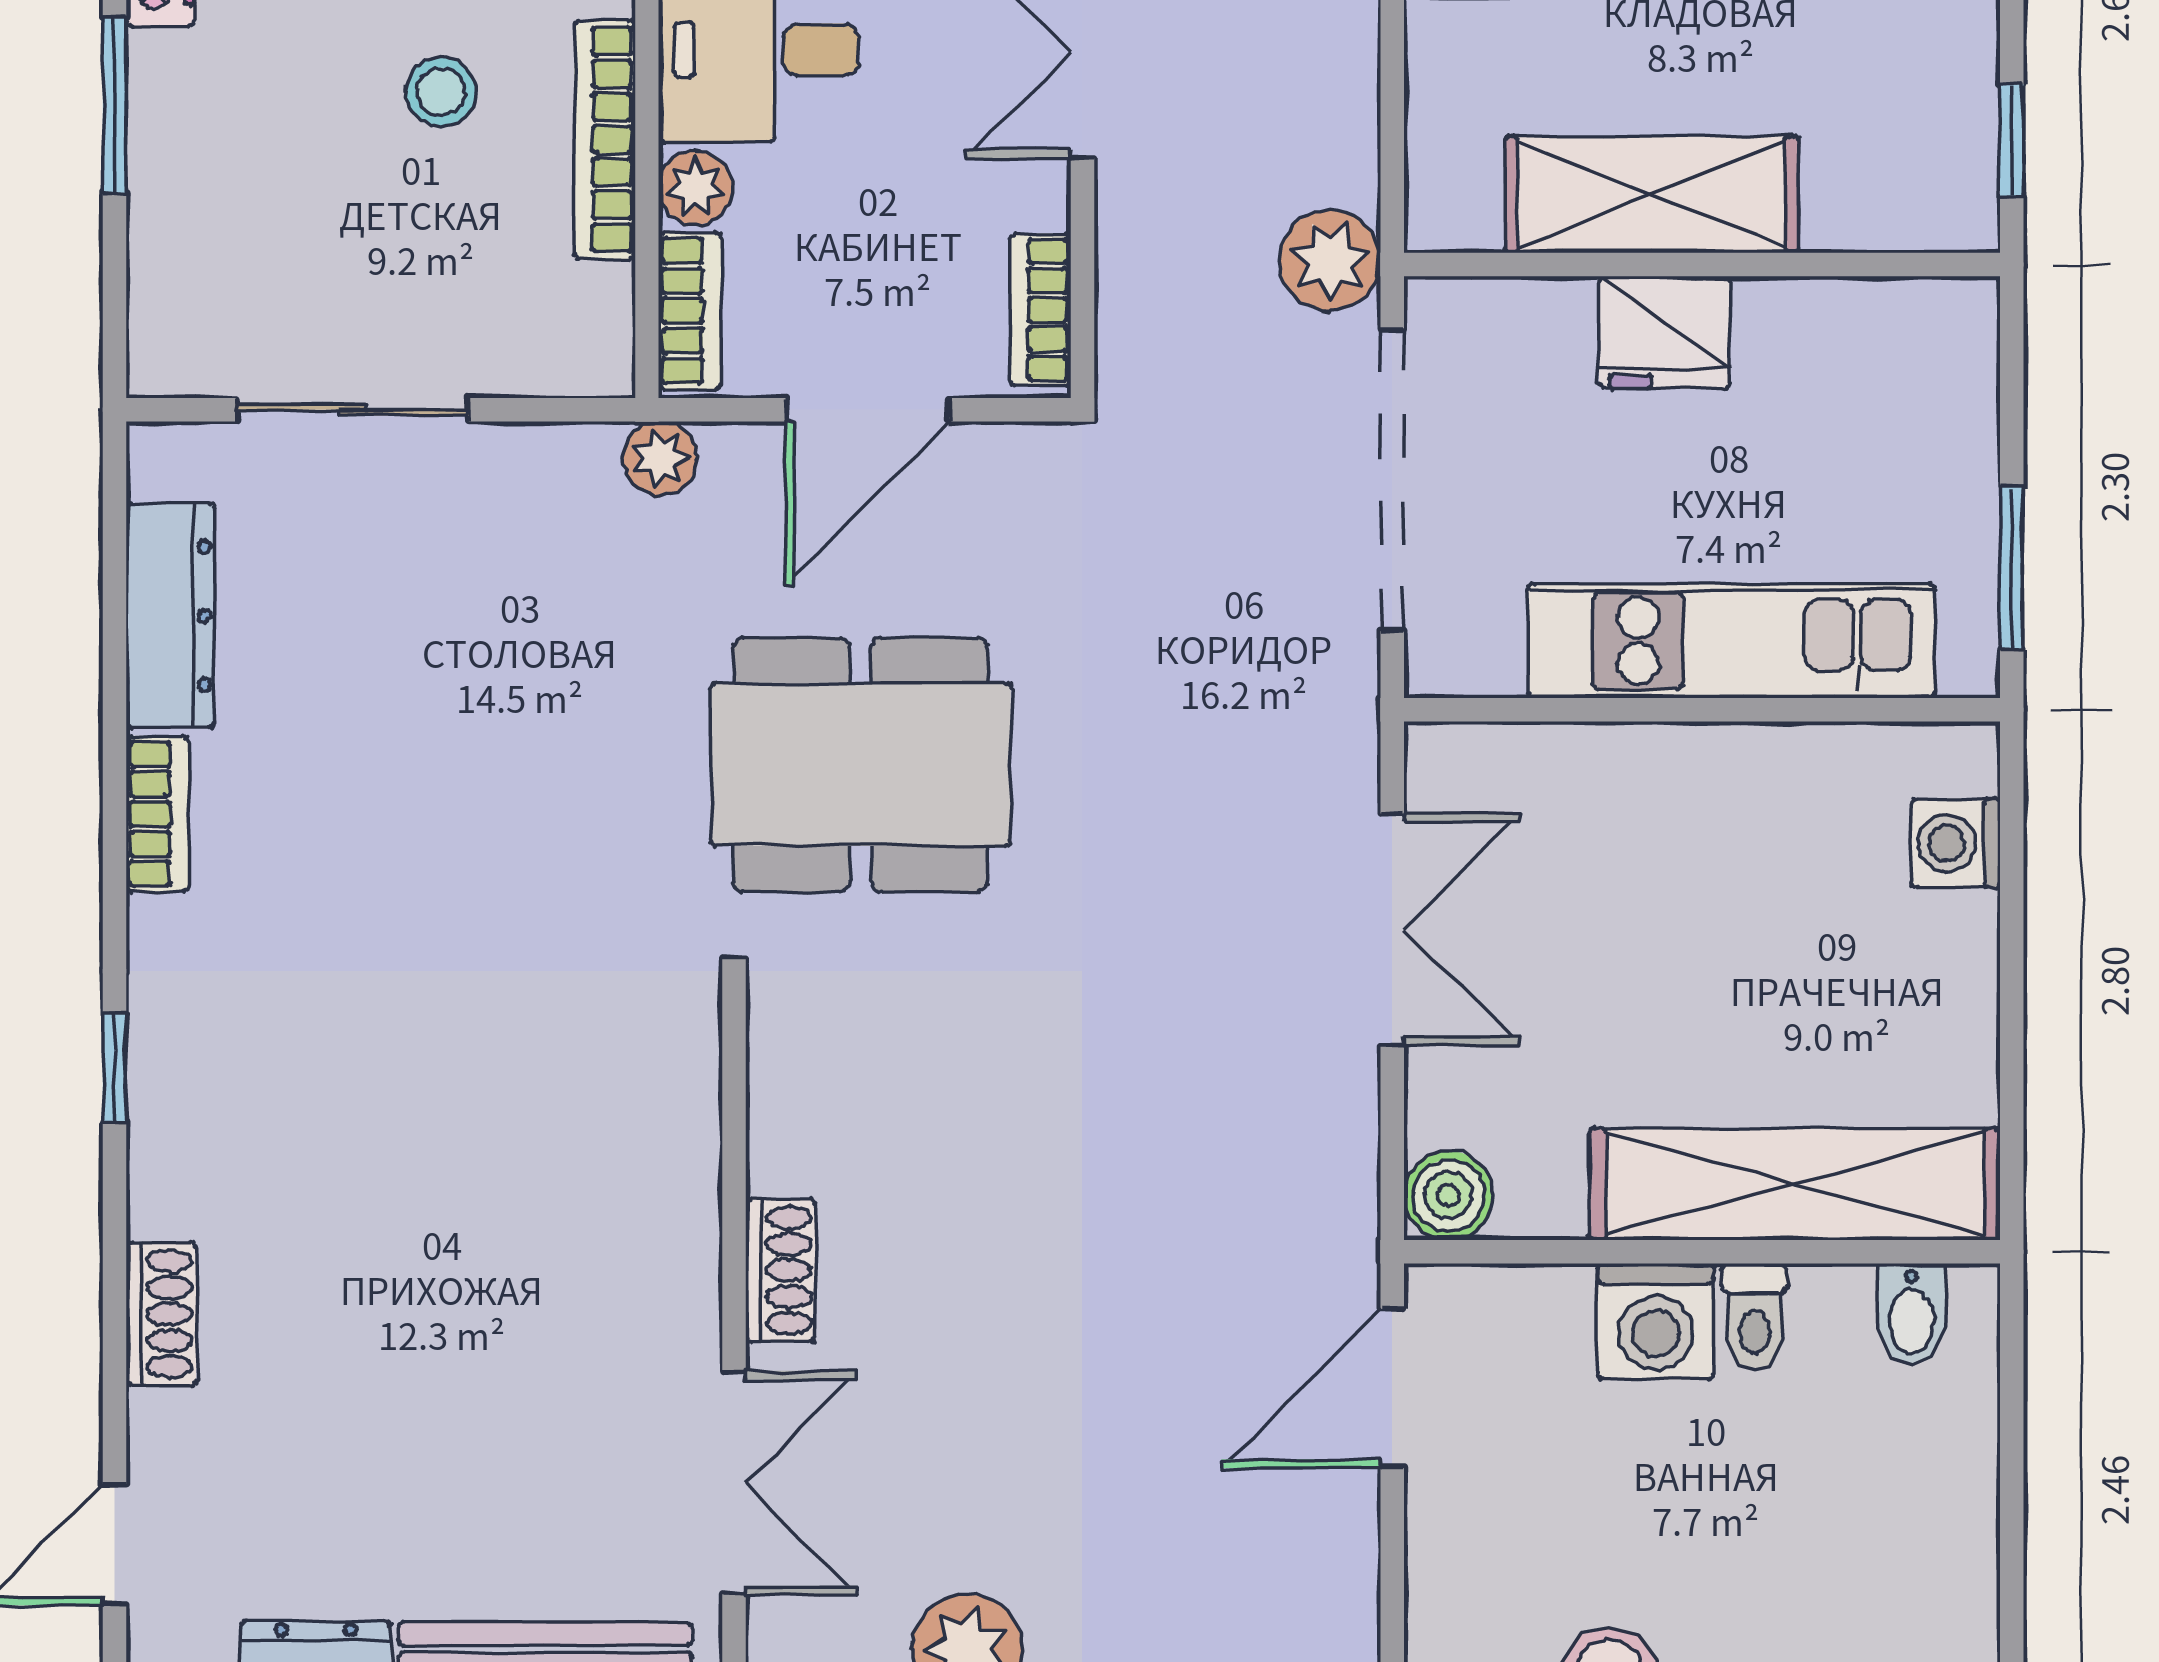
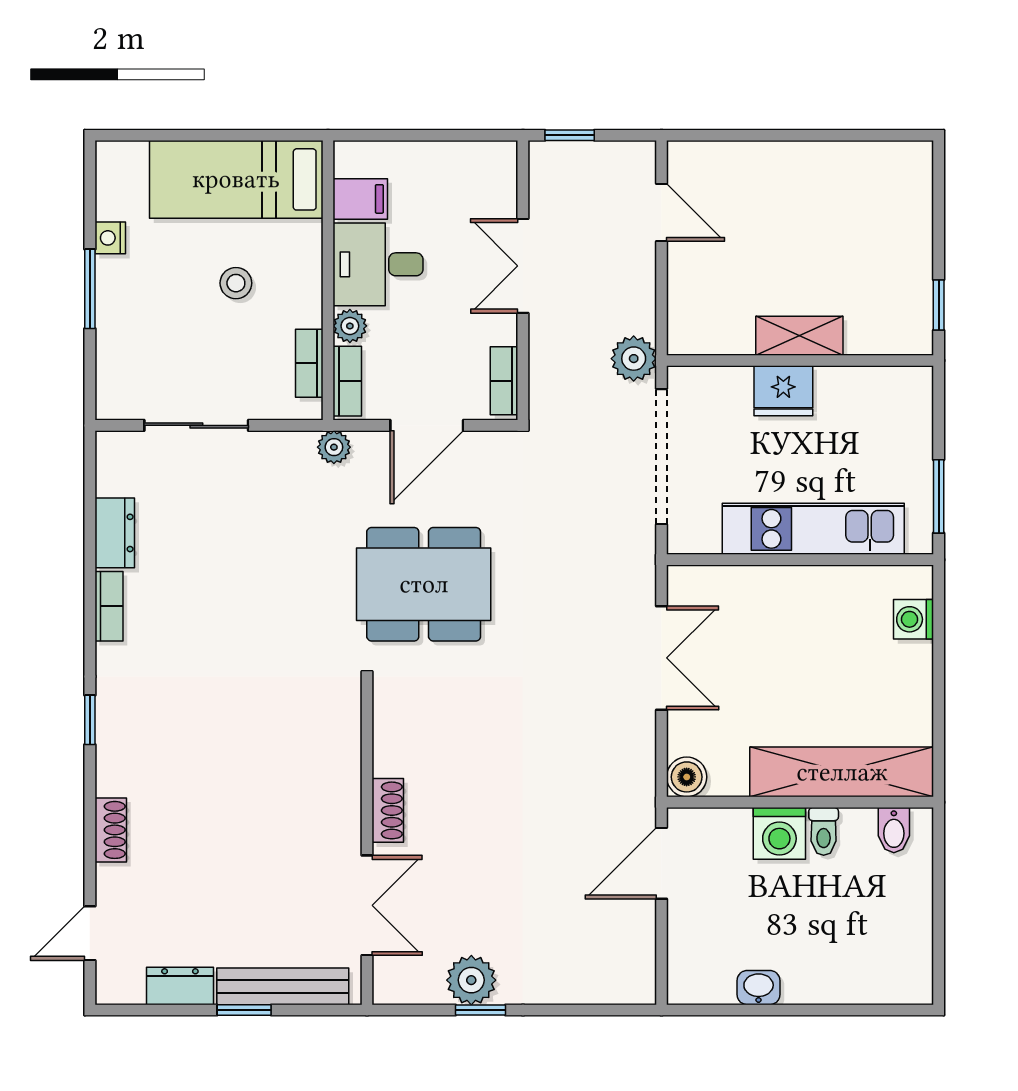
bookcase: (605, 140) -> (309, 363), moved, width x0.64
shelving: (1652, 194) -> (799, 336), width x0.67, depth x0.75
dresser: (170, 616) -> (115, 533), width x0.70

